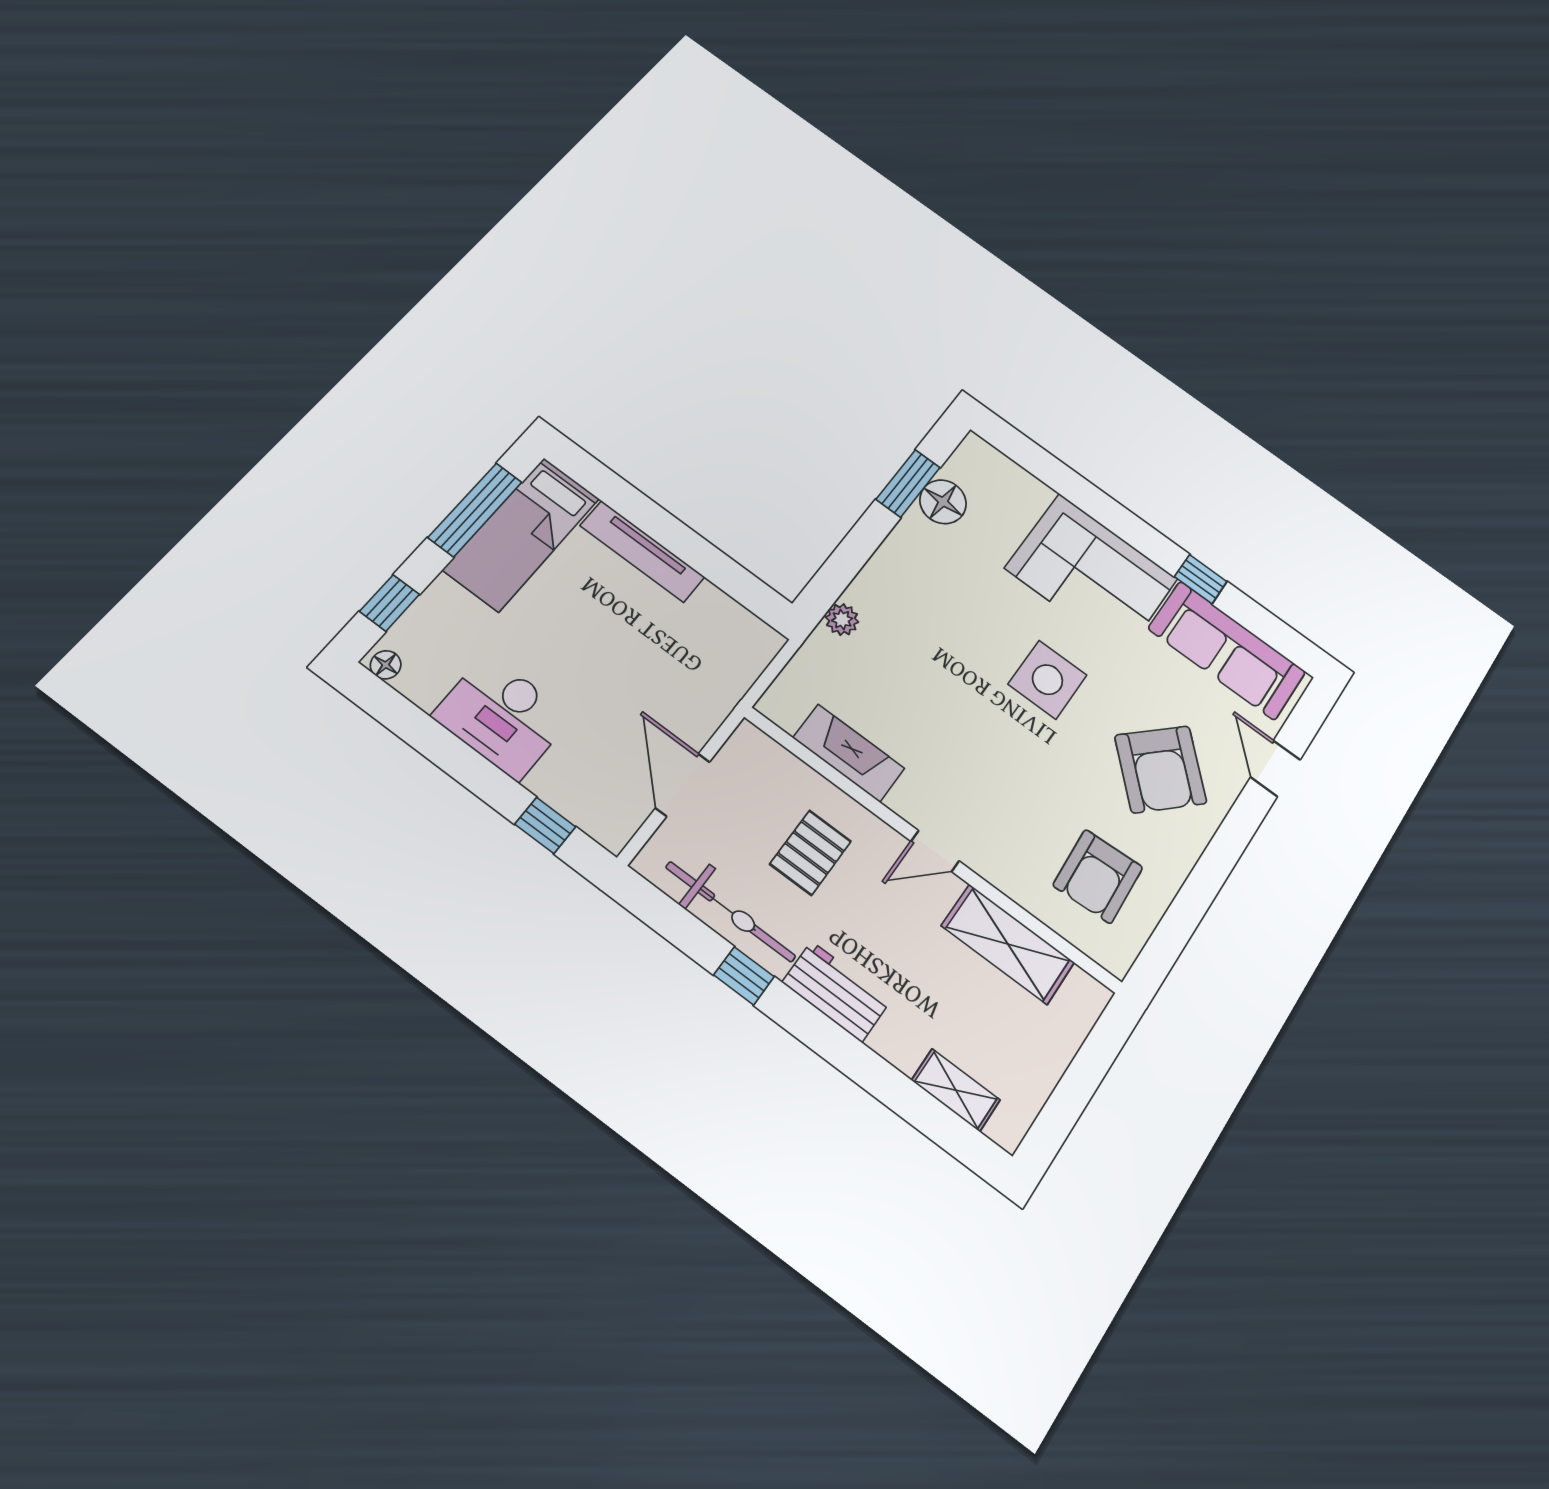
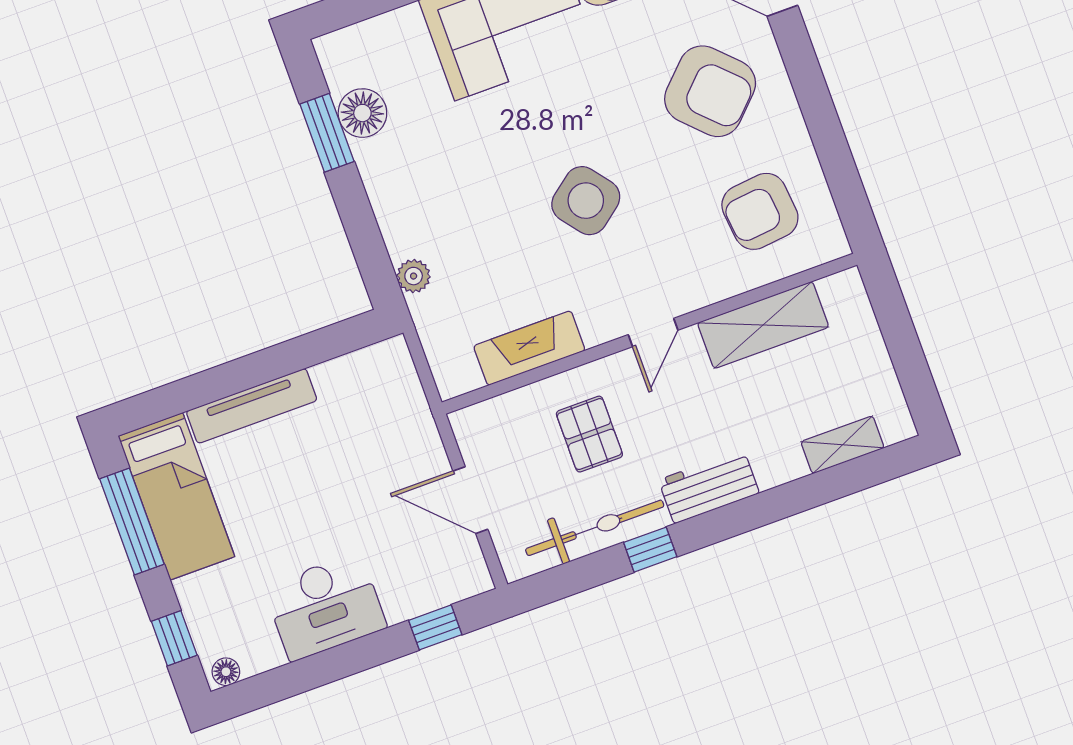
side table: (1047, 680) -> (586, 201), moved, turned -38
armchair: (1098, 876) -> (760, 211), turned 87

